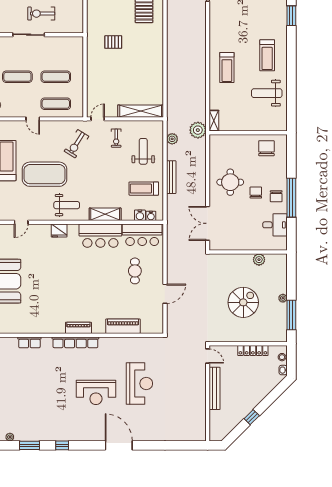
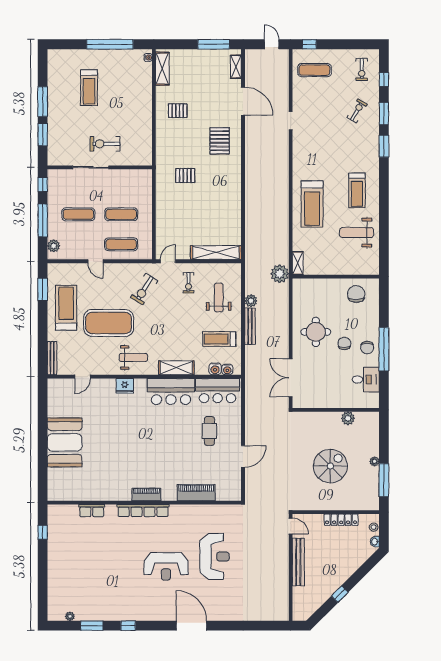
treadmill: (227, 68) -> (312, 204), width x1.37, depth x1.38
plant: (172, 139) -> (251, 301), moved

